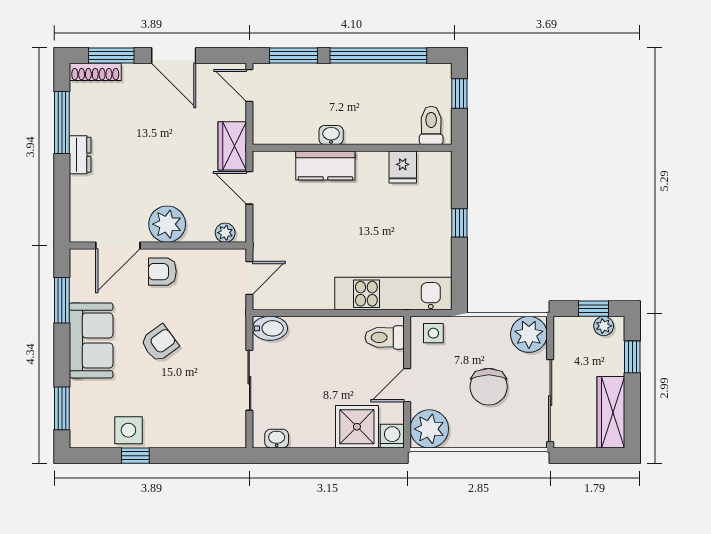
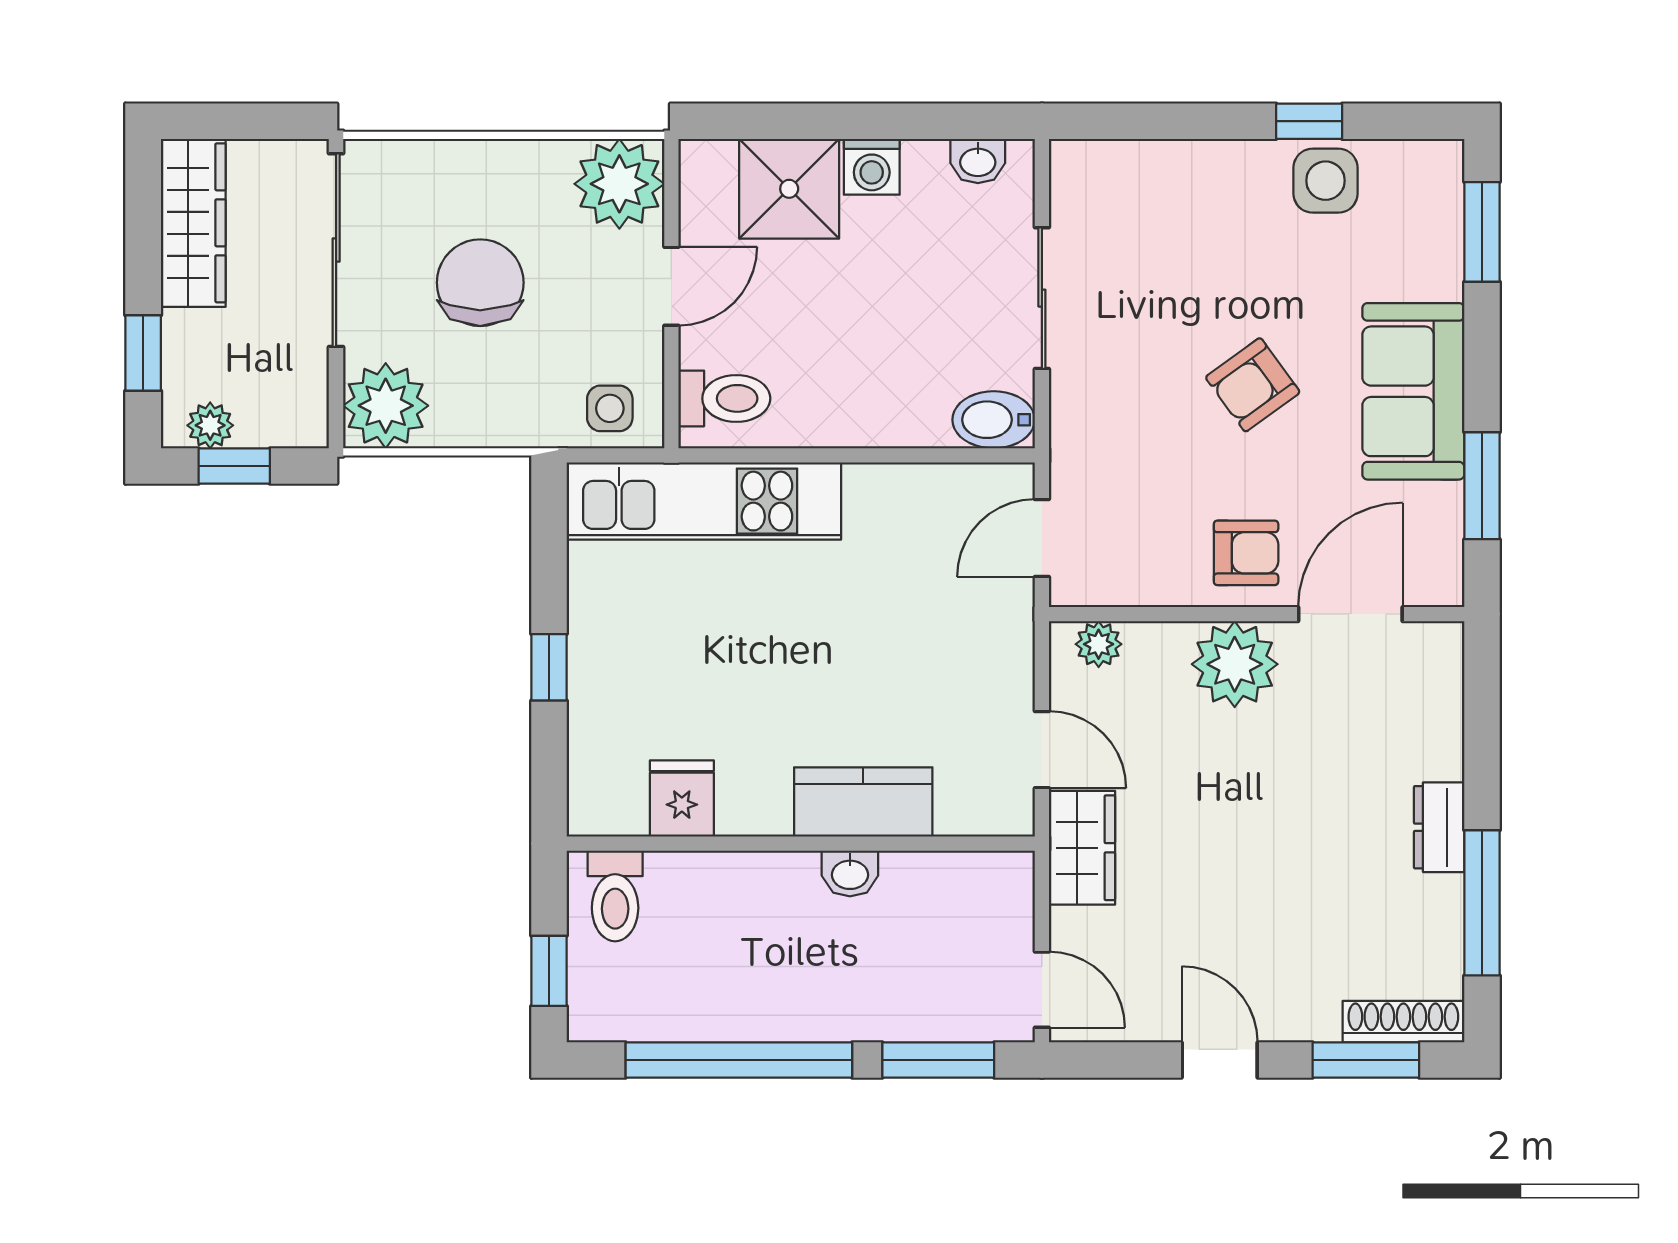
door: (174, 56) -> (1220, 1060), width x0.73
washing machine: (392, 436) -> (872, 167), moved

